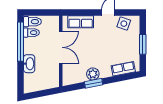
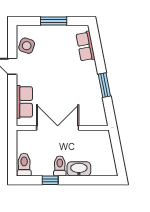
toilet: (31, 33) -> (60, 166), moved
window: (20, 42) -> (50, 180), width x0.32
plant: (93, 74) -> (92, 86), removed

